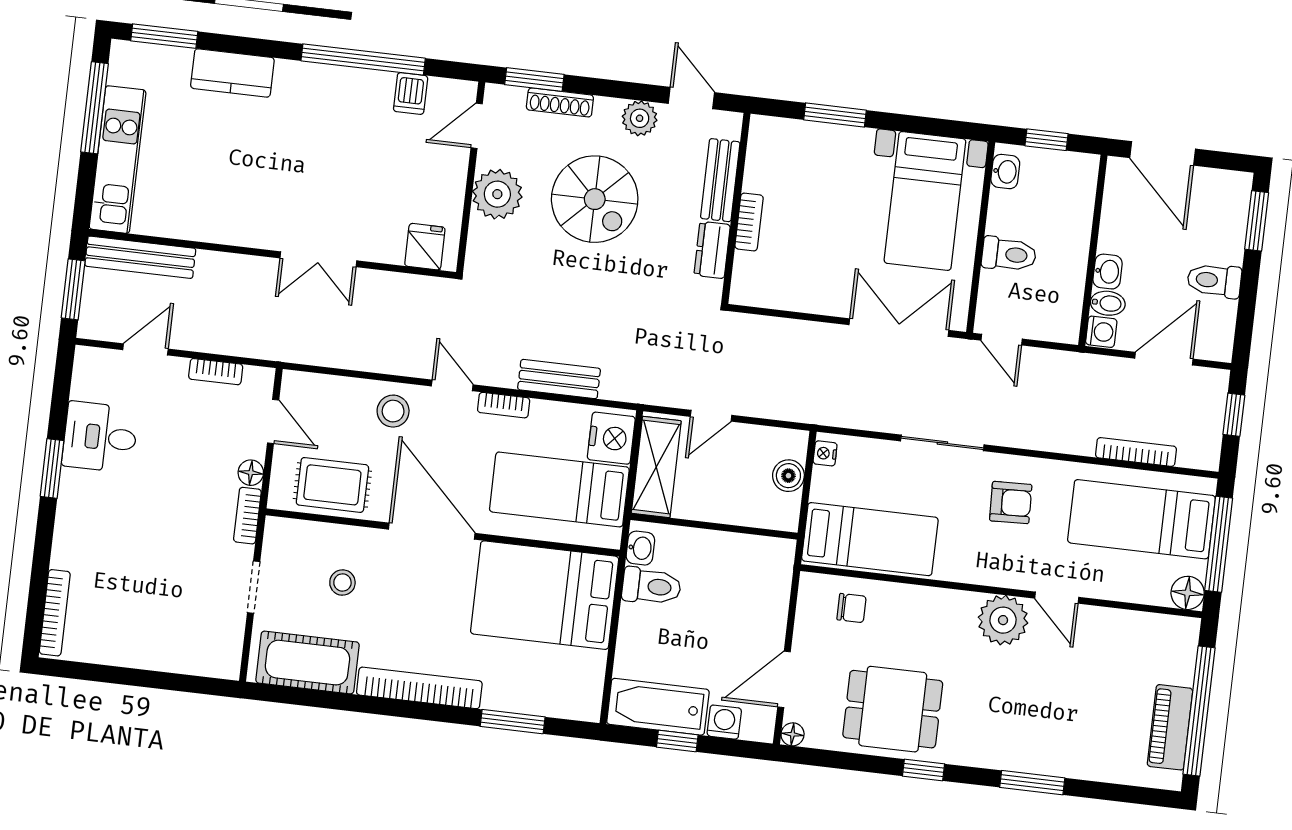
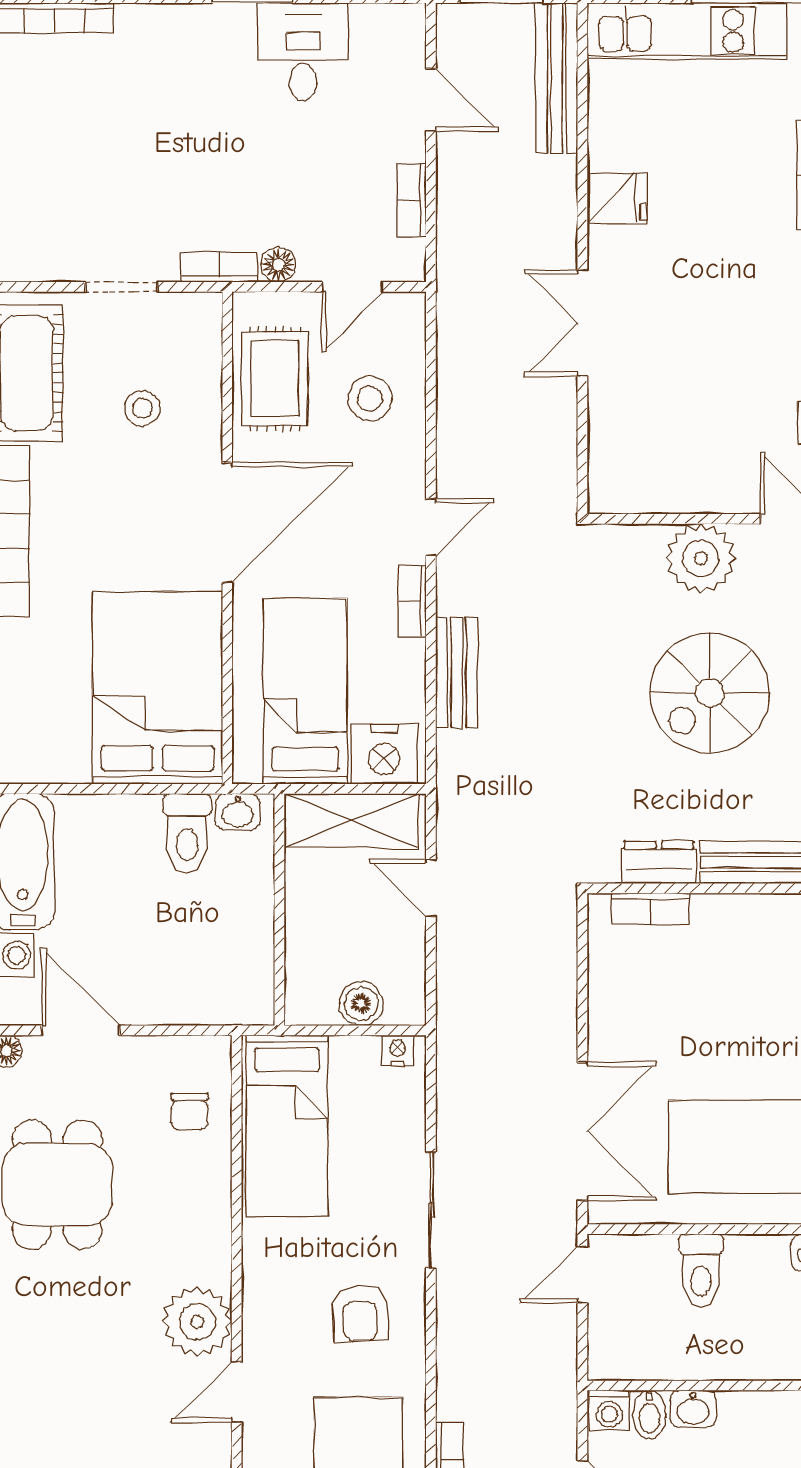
bookcase: (749, 222) -> (650, 909), moved
fridge: (425, 247) -> (617, 198), moved
stool: (393, 411) -> (370, 398), moved

